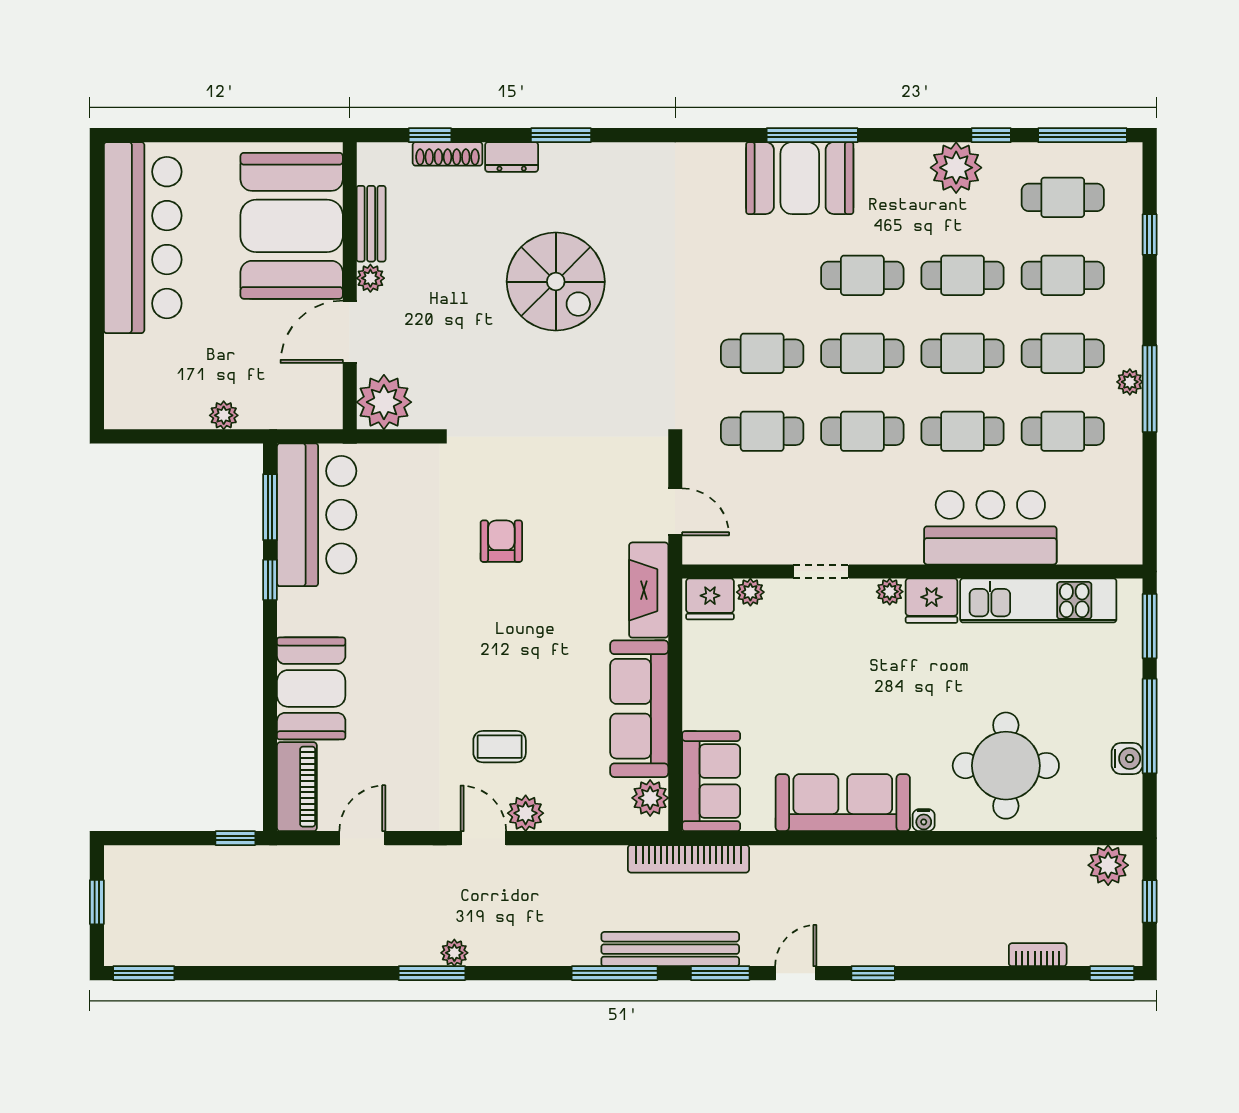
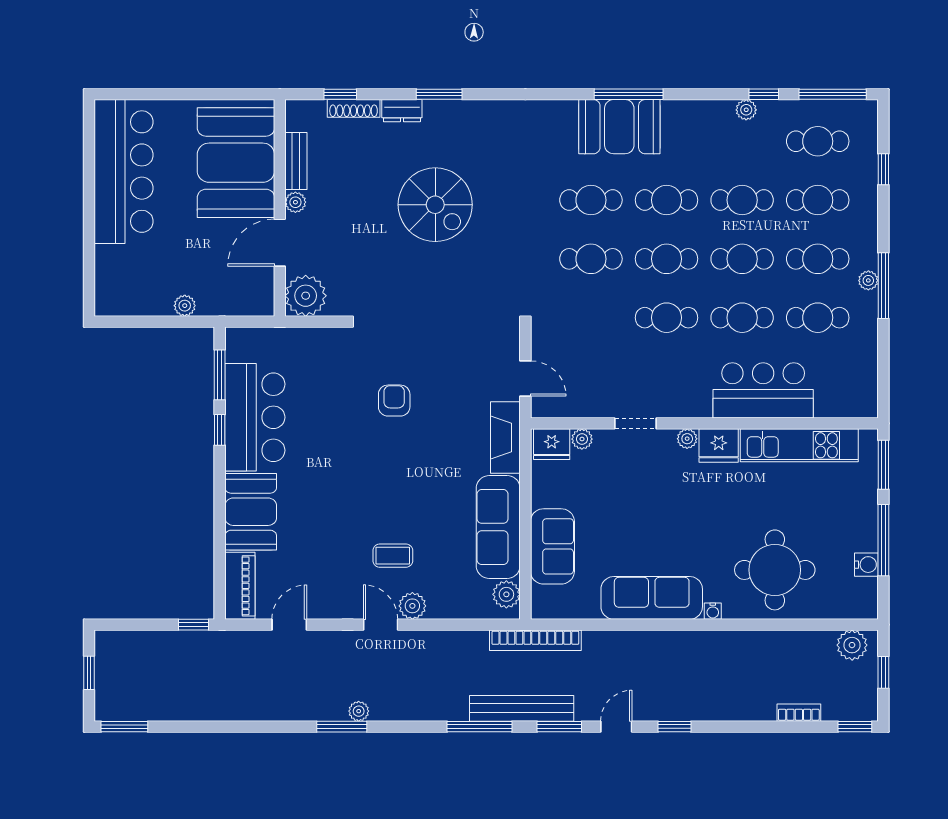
plant: (956, 168) -> (746, 110), width x0.53, depth x0.53
cafe table: (762, 431) -> (591, 200), moved
bar counter: (317, 515) -> (255, 417), moved
sofa: (711, 781) -> (552, 546), moved

